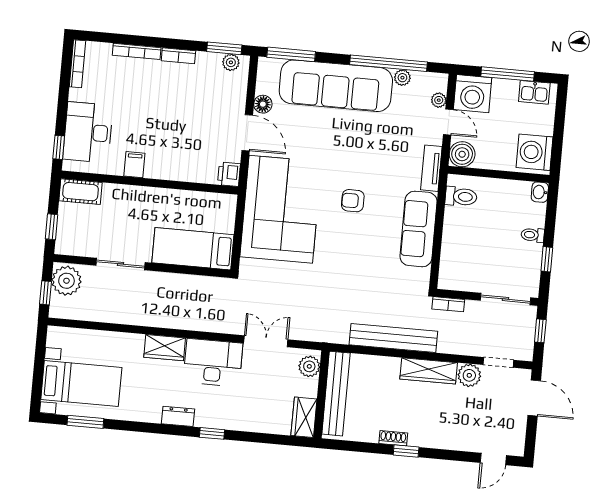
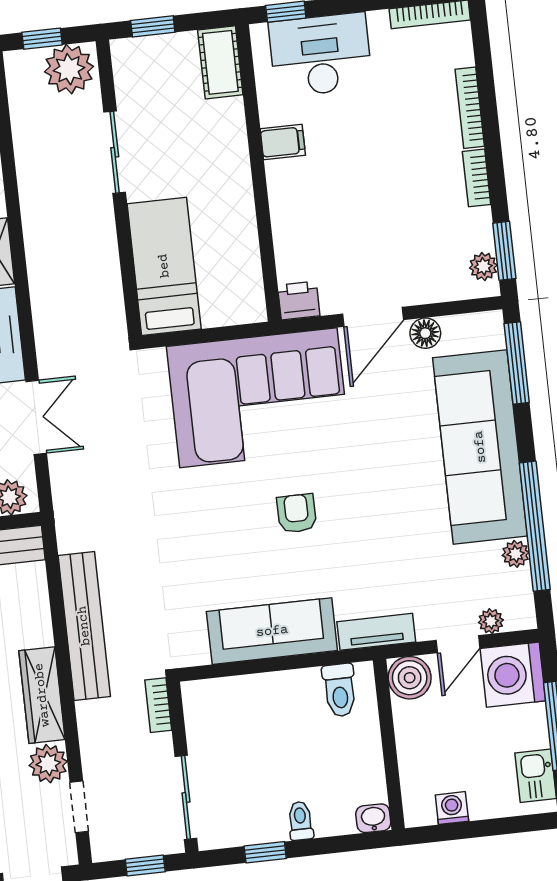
washing machine: (535, 152) -> (452, 808), width x0.53, depth x0.53

